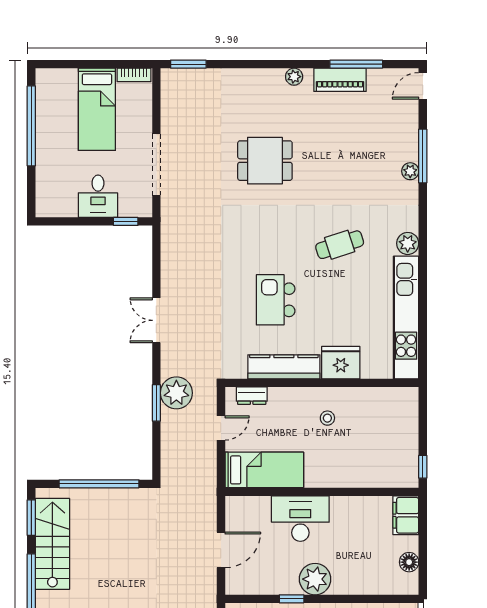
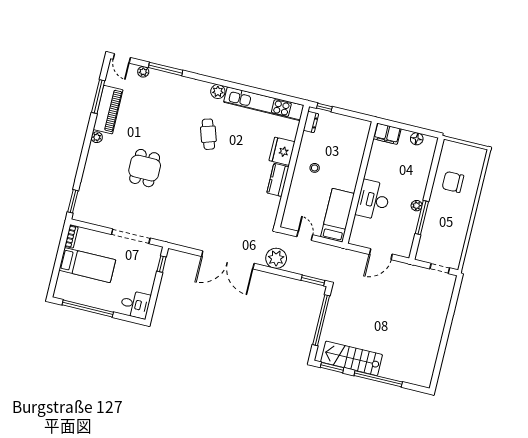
piano: (340, 80) -> (108, 110), width x1.37, depth x1.33
plant: (410, 171) -> (143, 72), moved
desk: (98, 196) -> (135, 304), moved
kitchen island: (276, 300) -> (233, 182), removed
double door: (156, 320) -> (228, 260), width x1.87
kitchen counter: (284, 367) -> (278, 180), width x0.67
dresser: (252, 396) -> (311, 122), moved
window: (156, 403) -> (313, 280), moved
window: (423, 467) -> (324, 107), moved
door: (221, 550) -> (381, 254), swing flipped
plant: (315, 579) -> (417, 206), width x0.53, depth x0.53
window: (292, 599) -> (422, 218), width x2.17

